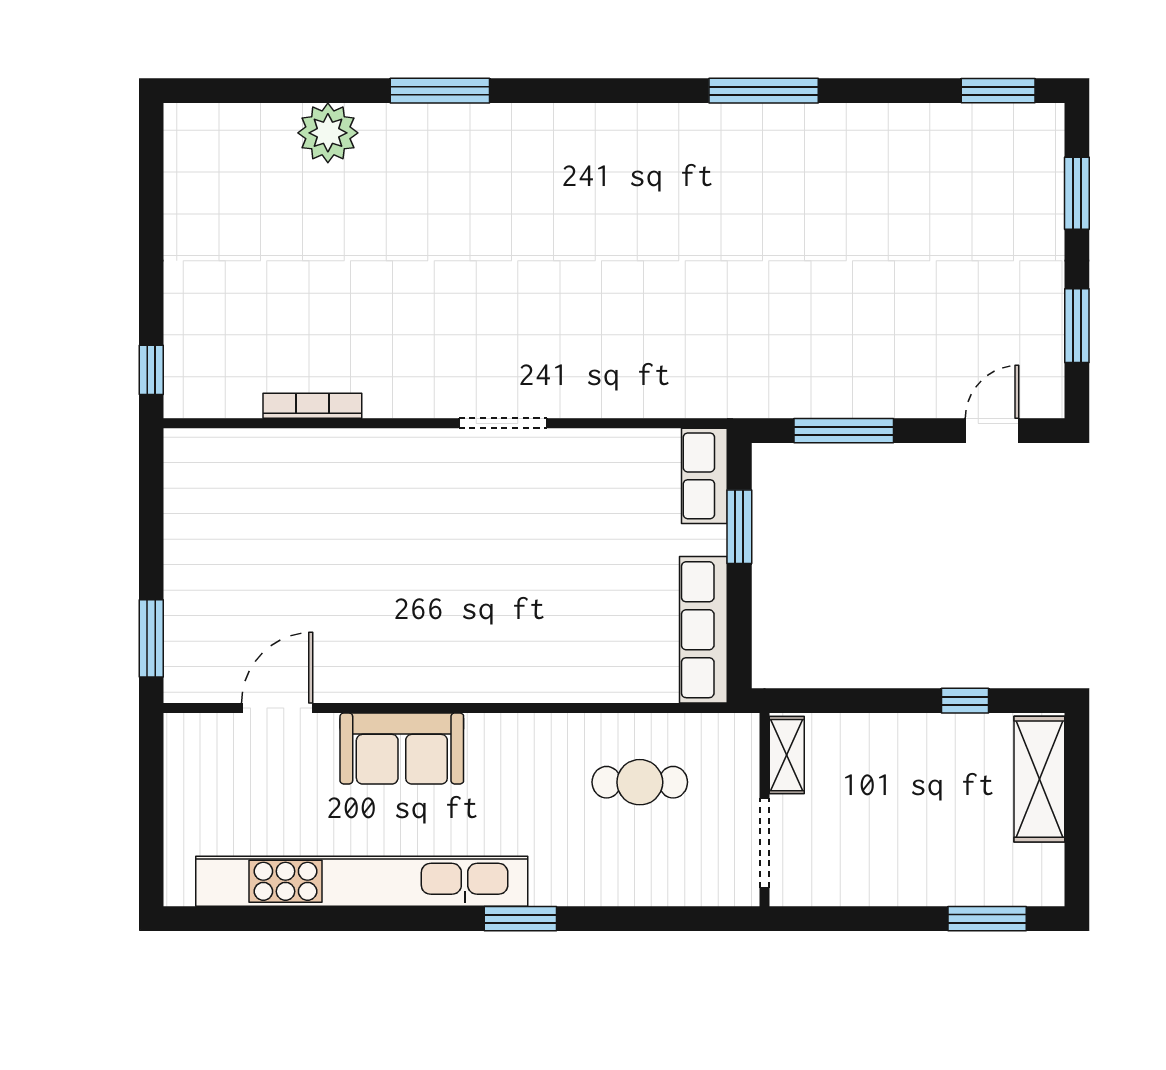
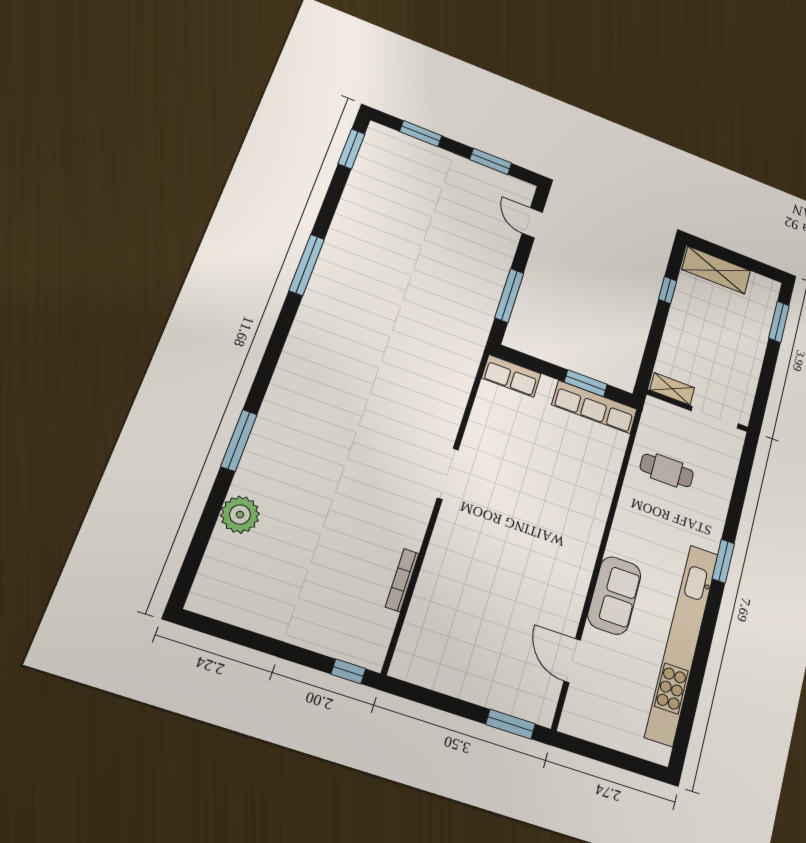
window: (739, 527) -> (586, 383), moved
cafe table: (640, 782) -> (667, 470), turned 90

